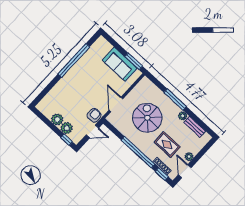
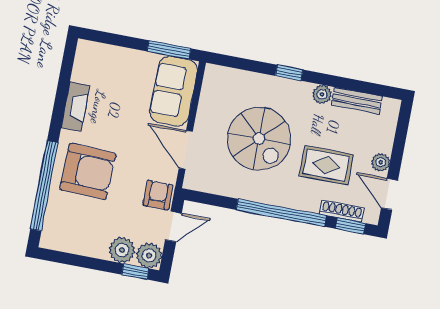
window: (74, 60) -> (44, 186), moved
fireplace: (83, 61) -> (75, 107), added
sofa: (120, 64) -> (174, 91), moved, turned 90
armchair: (72, 89) -> (88, 171), added
window: (175, 99) -> (289, 73), width x0.46
spiral stairs: (147, 118) -> (259, 139), turned 180
plant: (57, 119) -> (149, 255), moved

